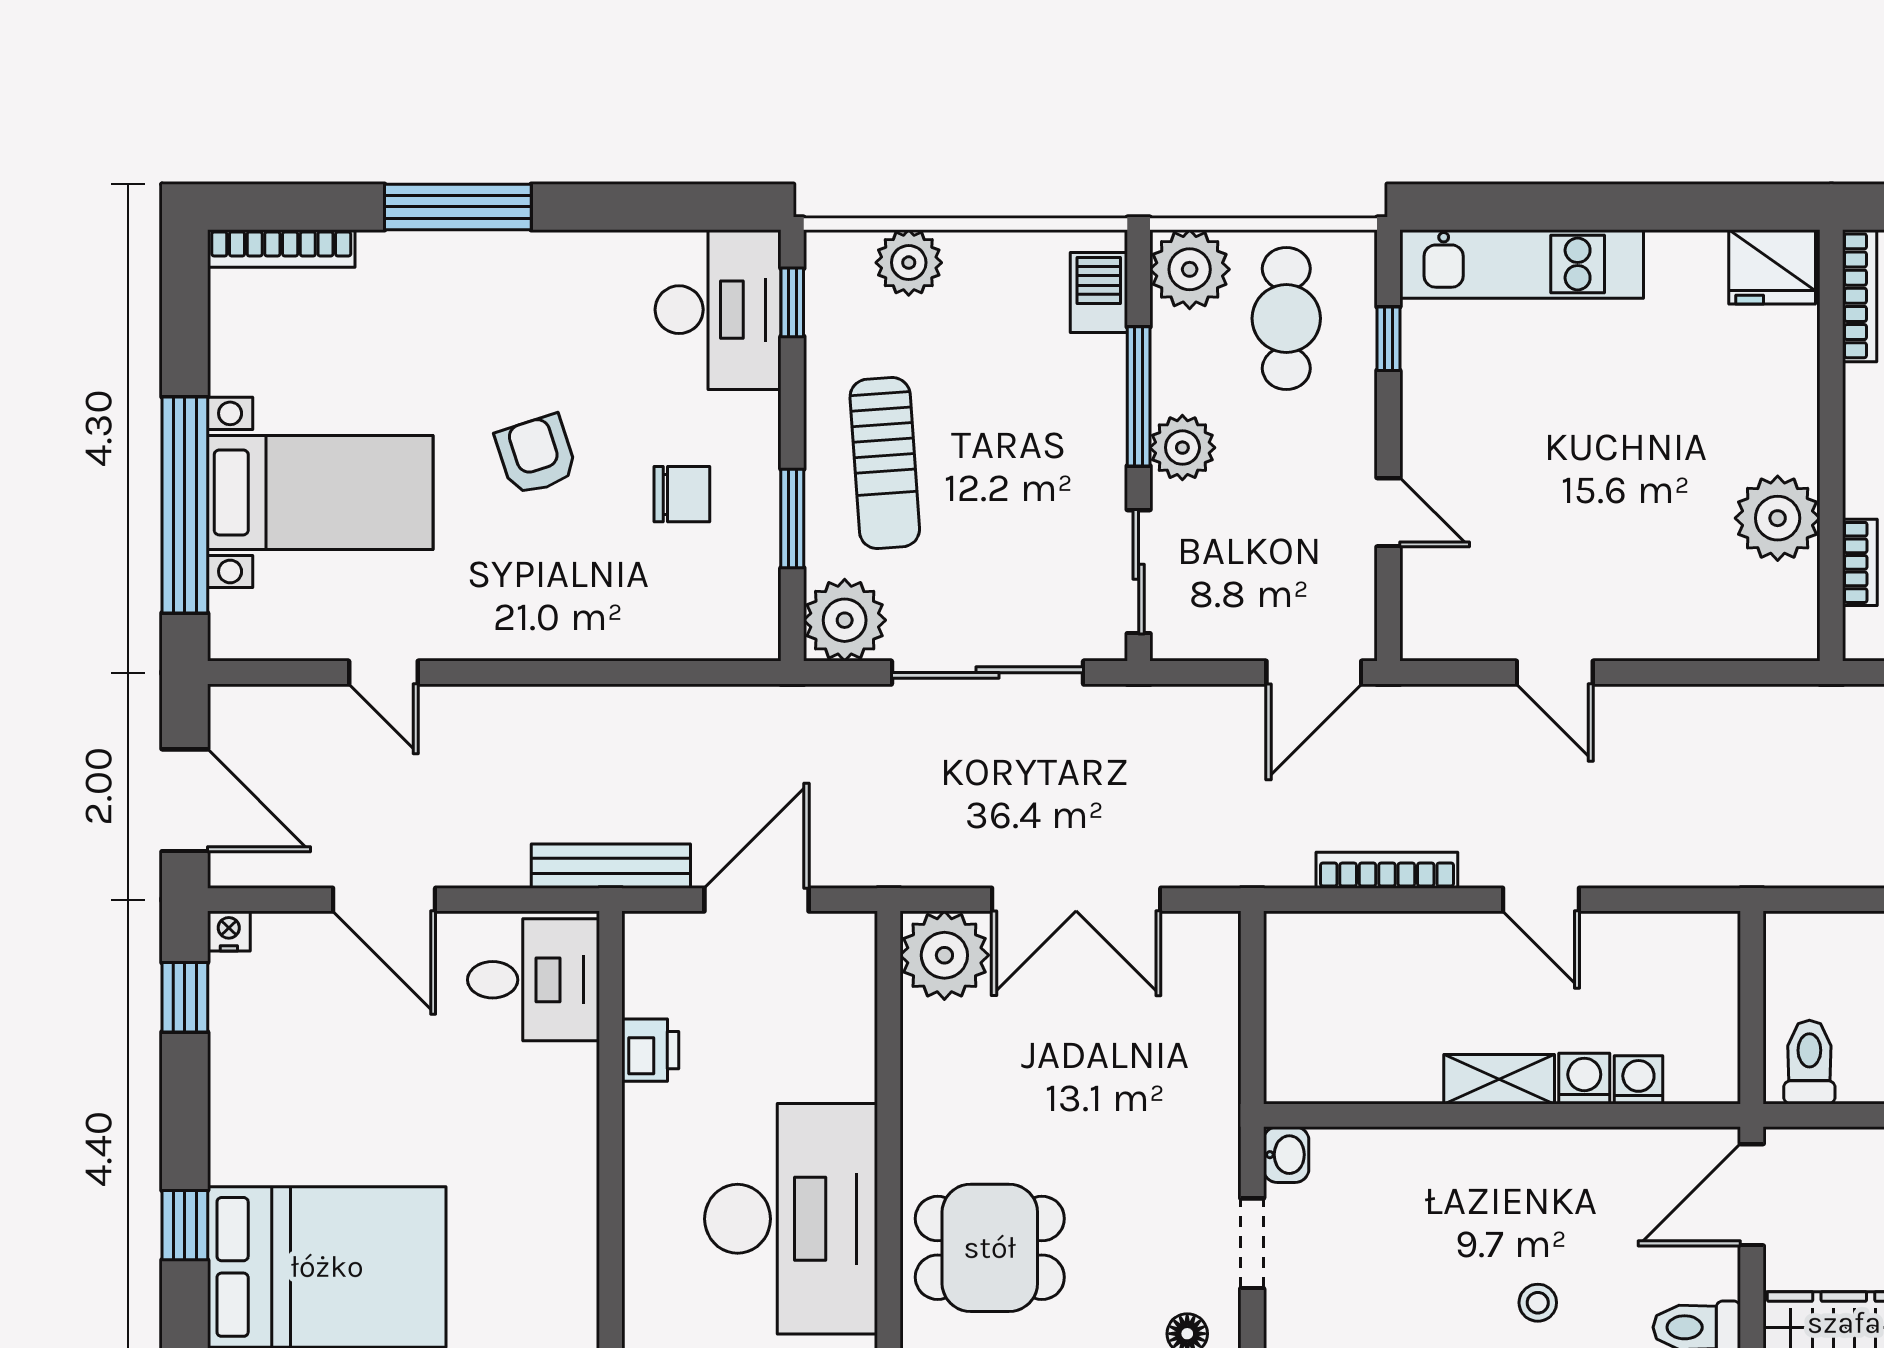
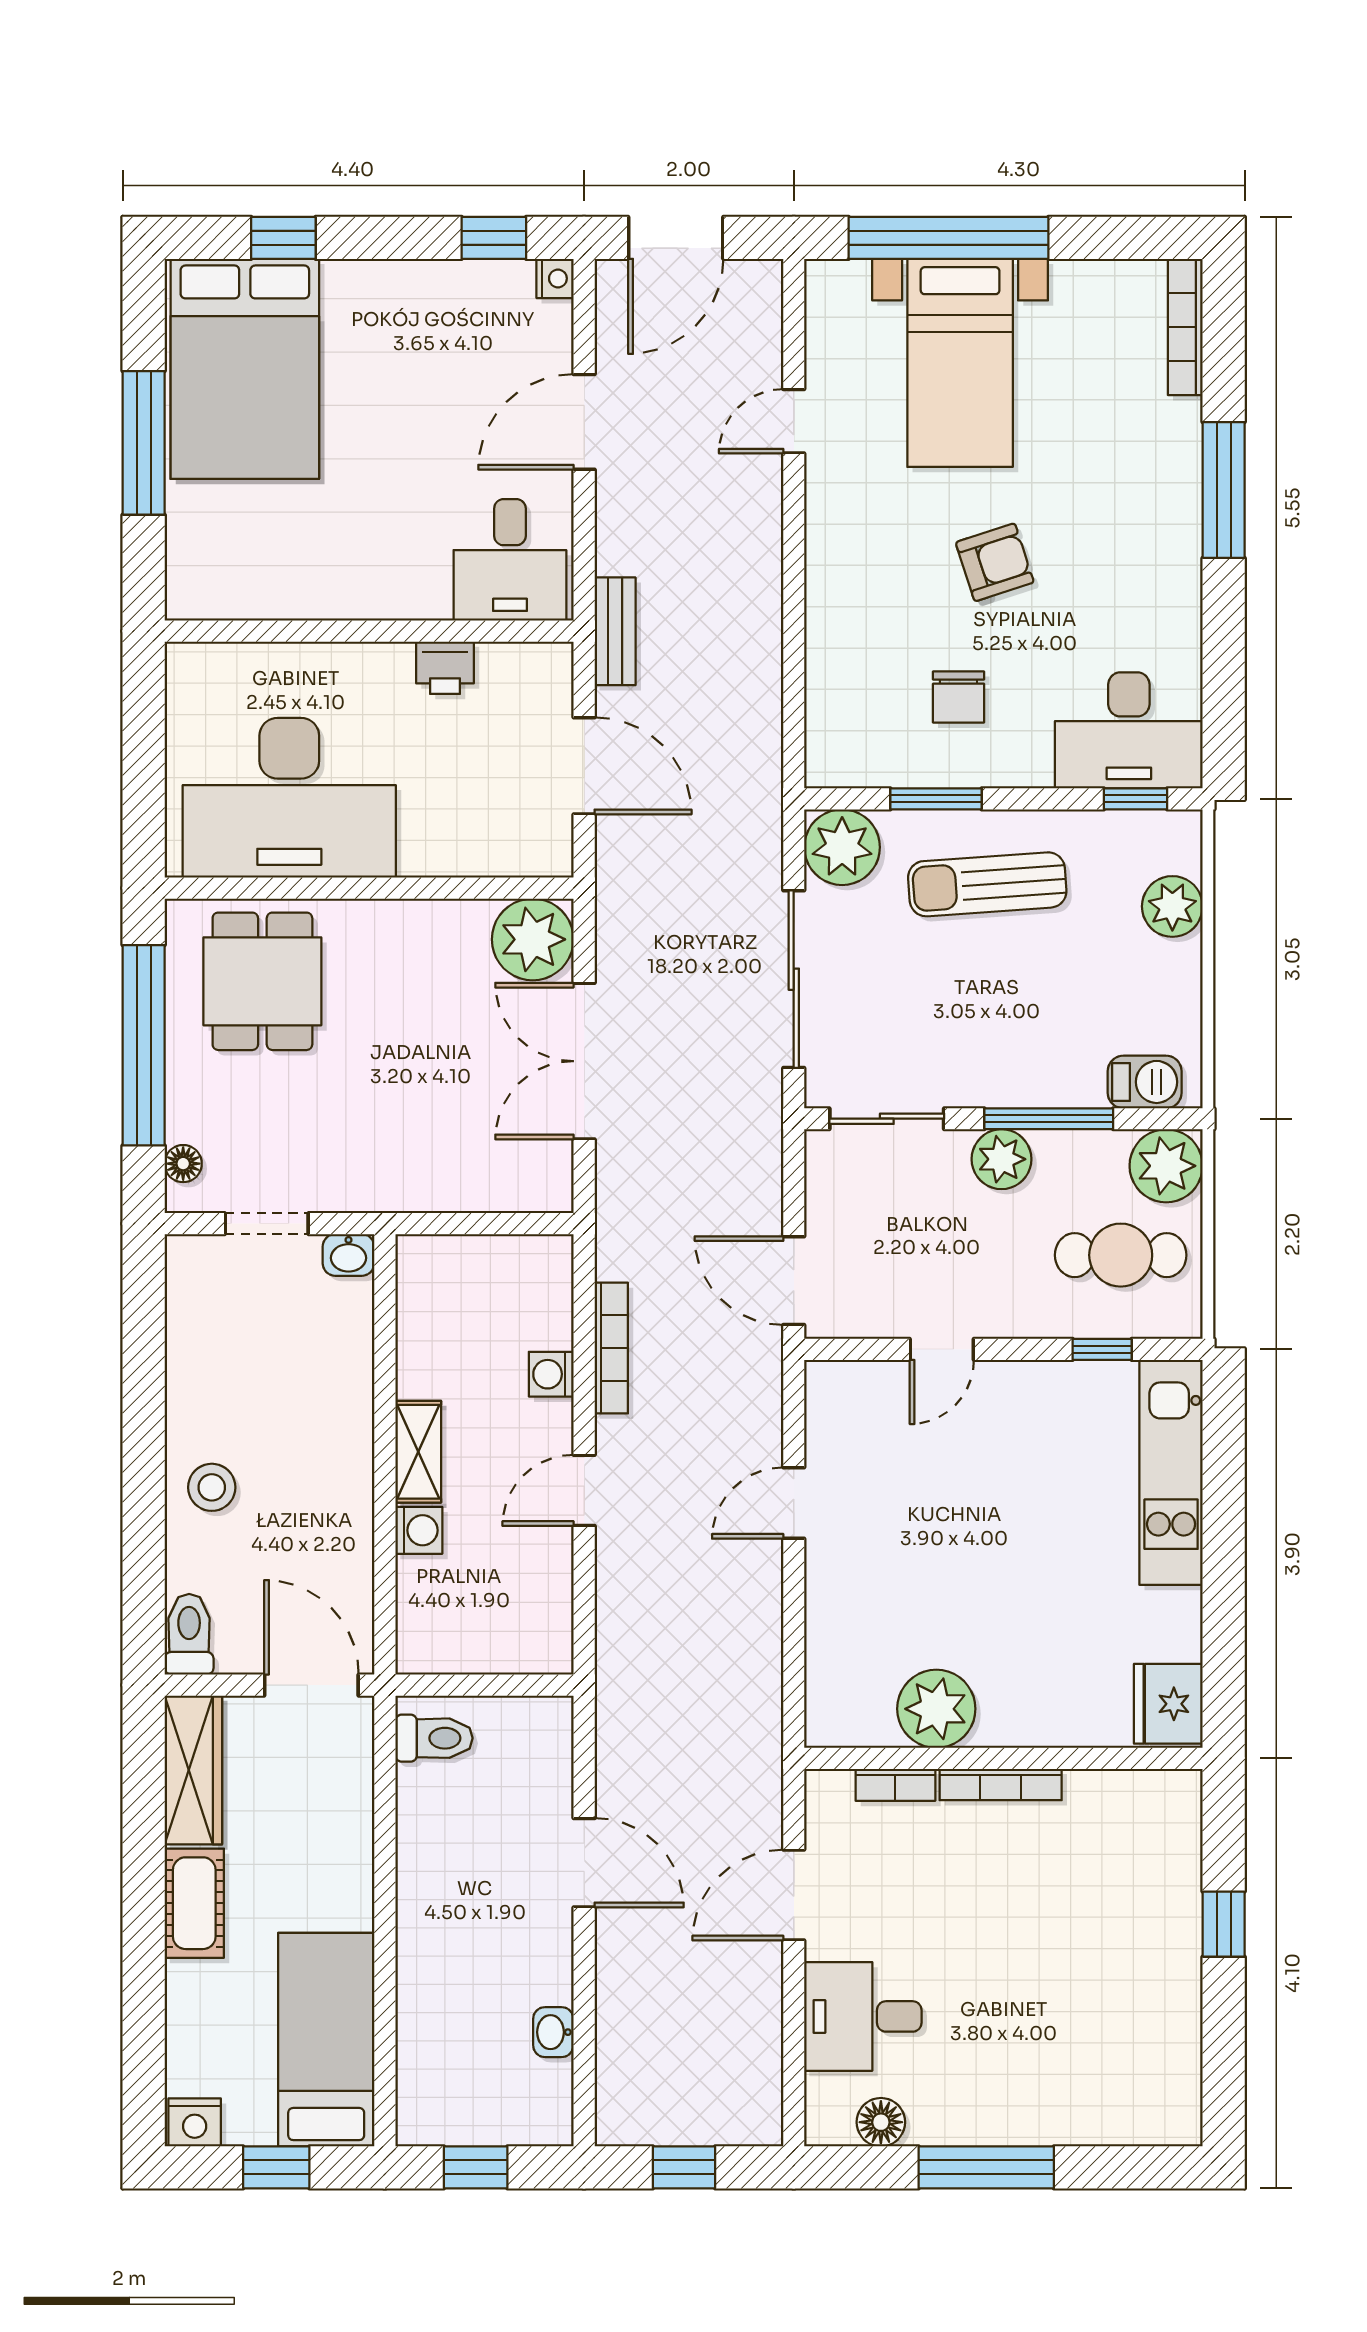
bookcase: (1860, 296) -> (1001, 1785), moved
bench: (611, 866) -> (615, 631), width x0.73
washing machine: (1638, 1080) -> (551, 1374), moved, turned 180
stool: (1538, 1303) -> (212, 1487), width x1.37, depth x1.37

